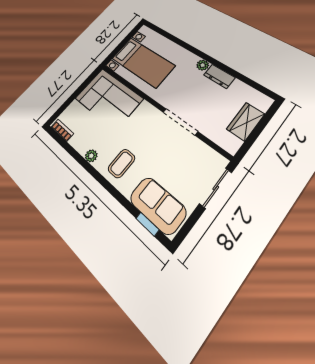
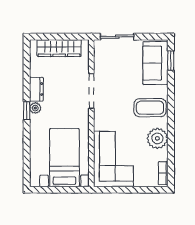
window: (206, 57) -> (27, 111), added
wardrobe: (246, 122) -> (59, 48), width x1.50
plant: (91, 156) -> (157, 138), width x1.87, depth x1.87
coffee table: (122, 163) -> (150, 108), width x1.36, depth x1.30

